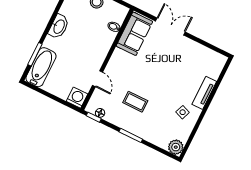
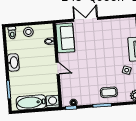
bathtub: (41, 67) -> (31, 102), moved, turned -90
door: (98, 79) -> (58, 68), moved
coffee table: (135, 102) -> (109, 92), moved

